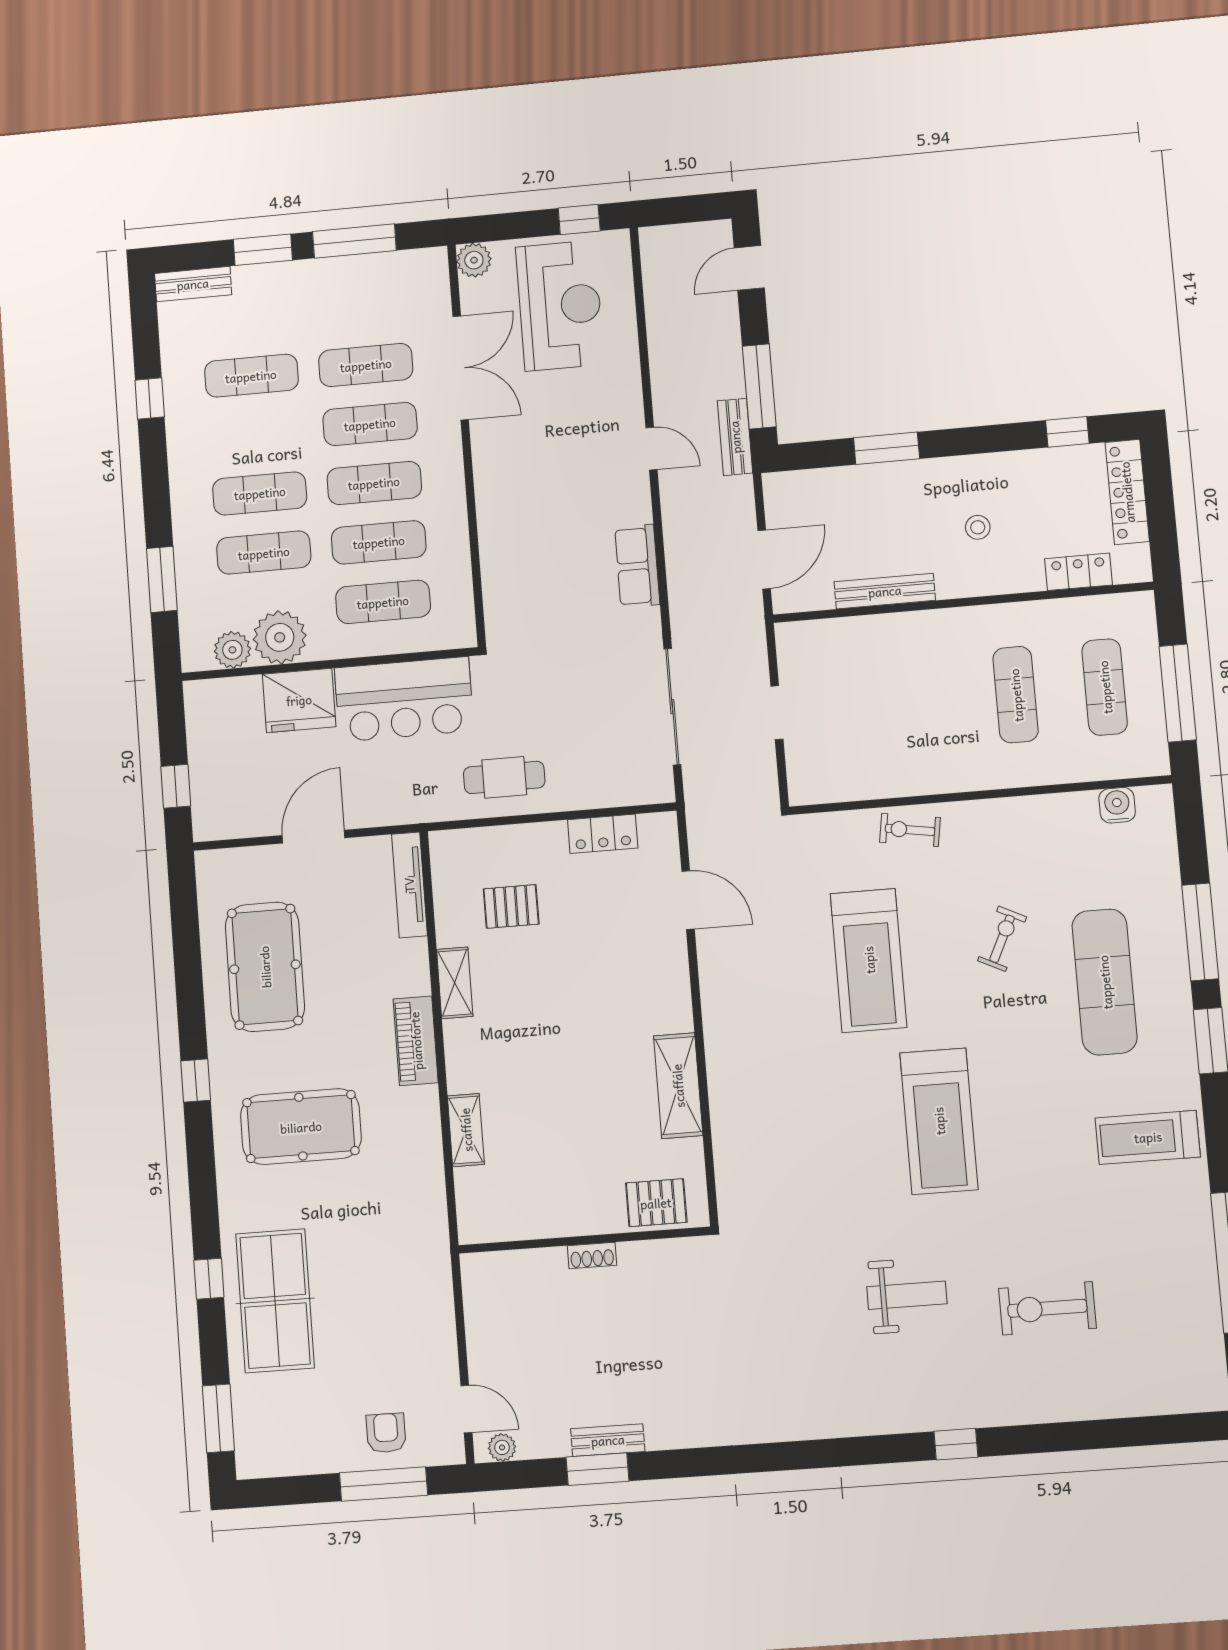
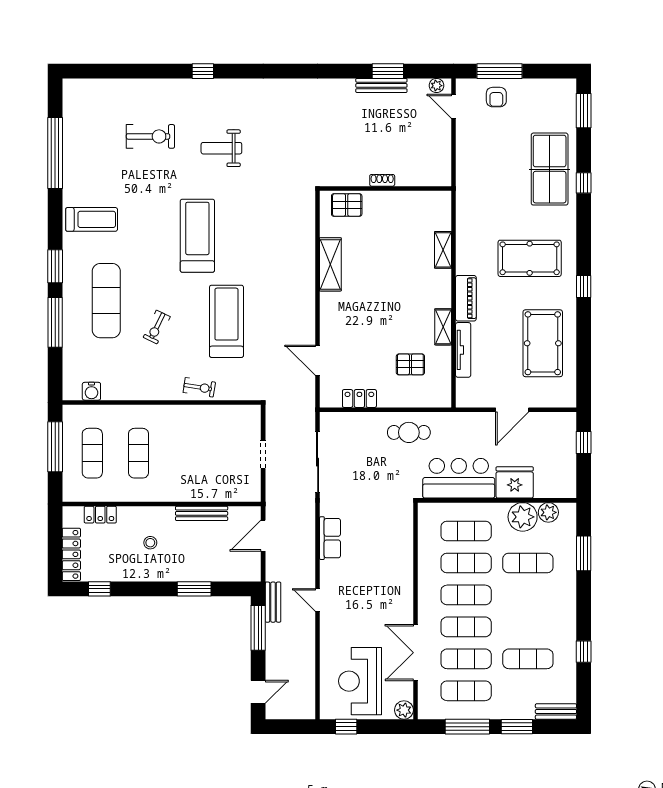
exercise mat: (260, 493) -> (466, 691), moved
tv unit: (409, 885) -> (463, 350), moved
bench: (608, 1440) -> (381, 85), width x1.36

